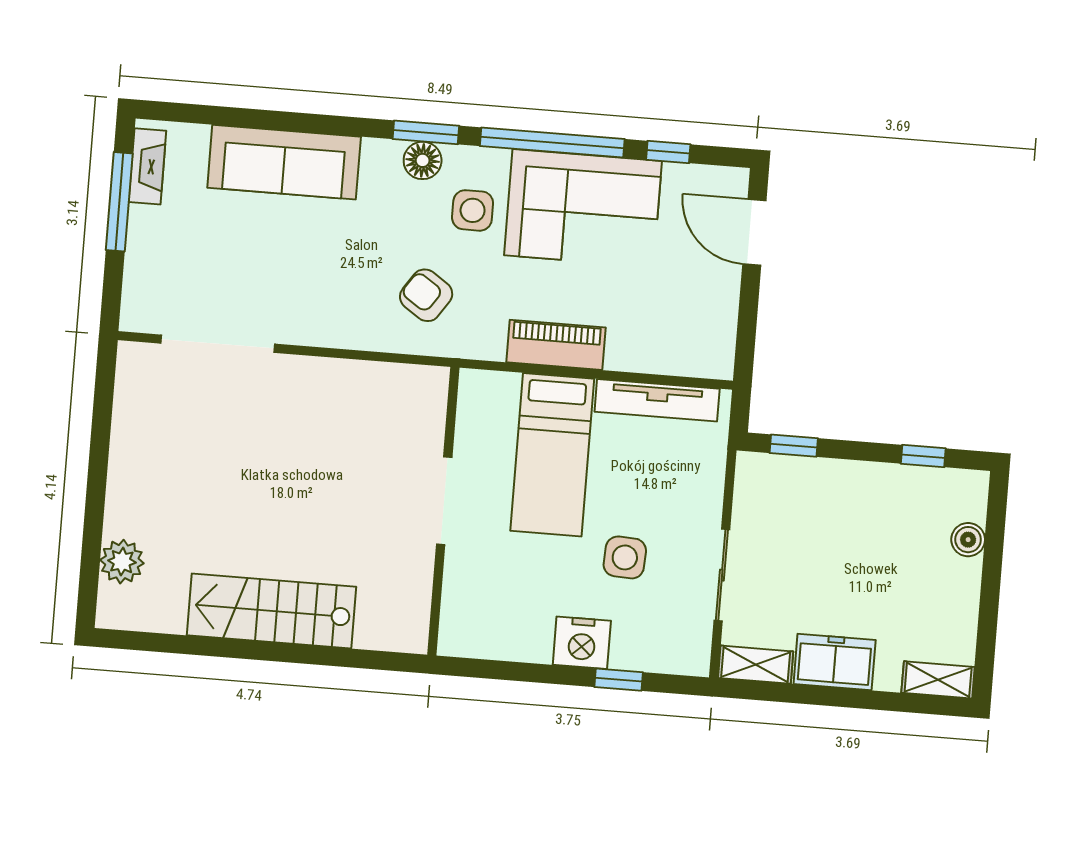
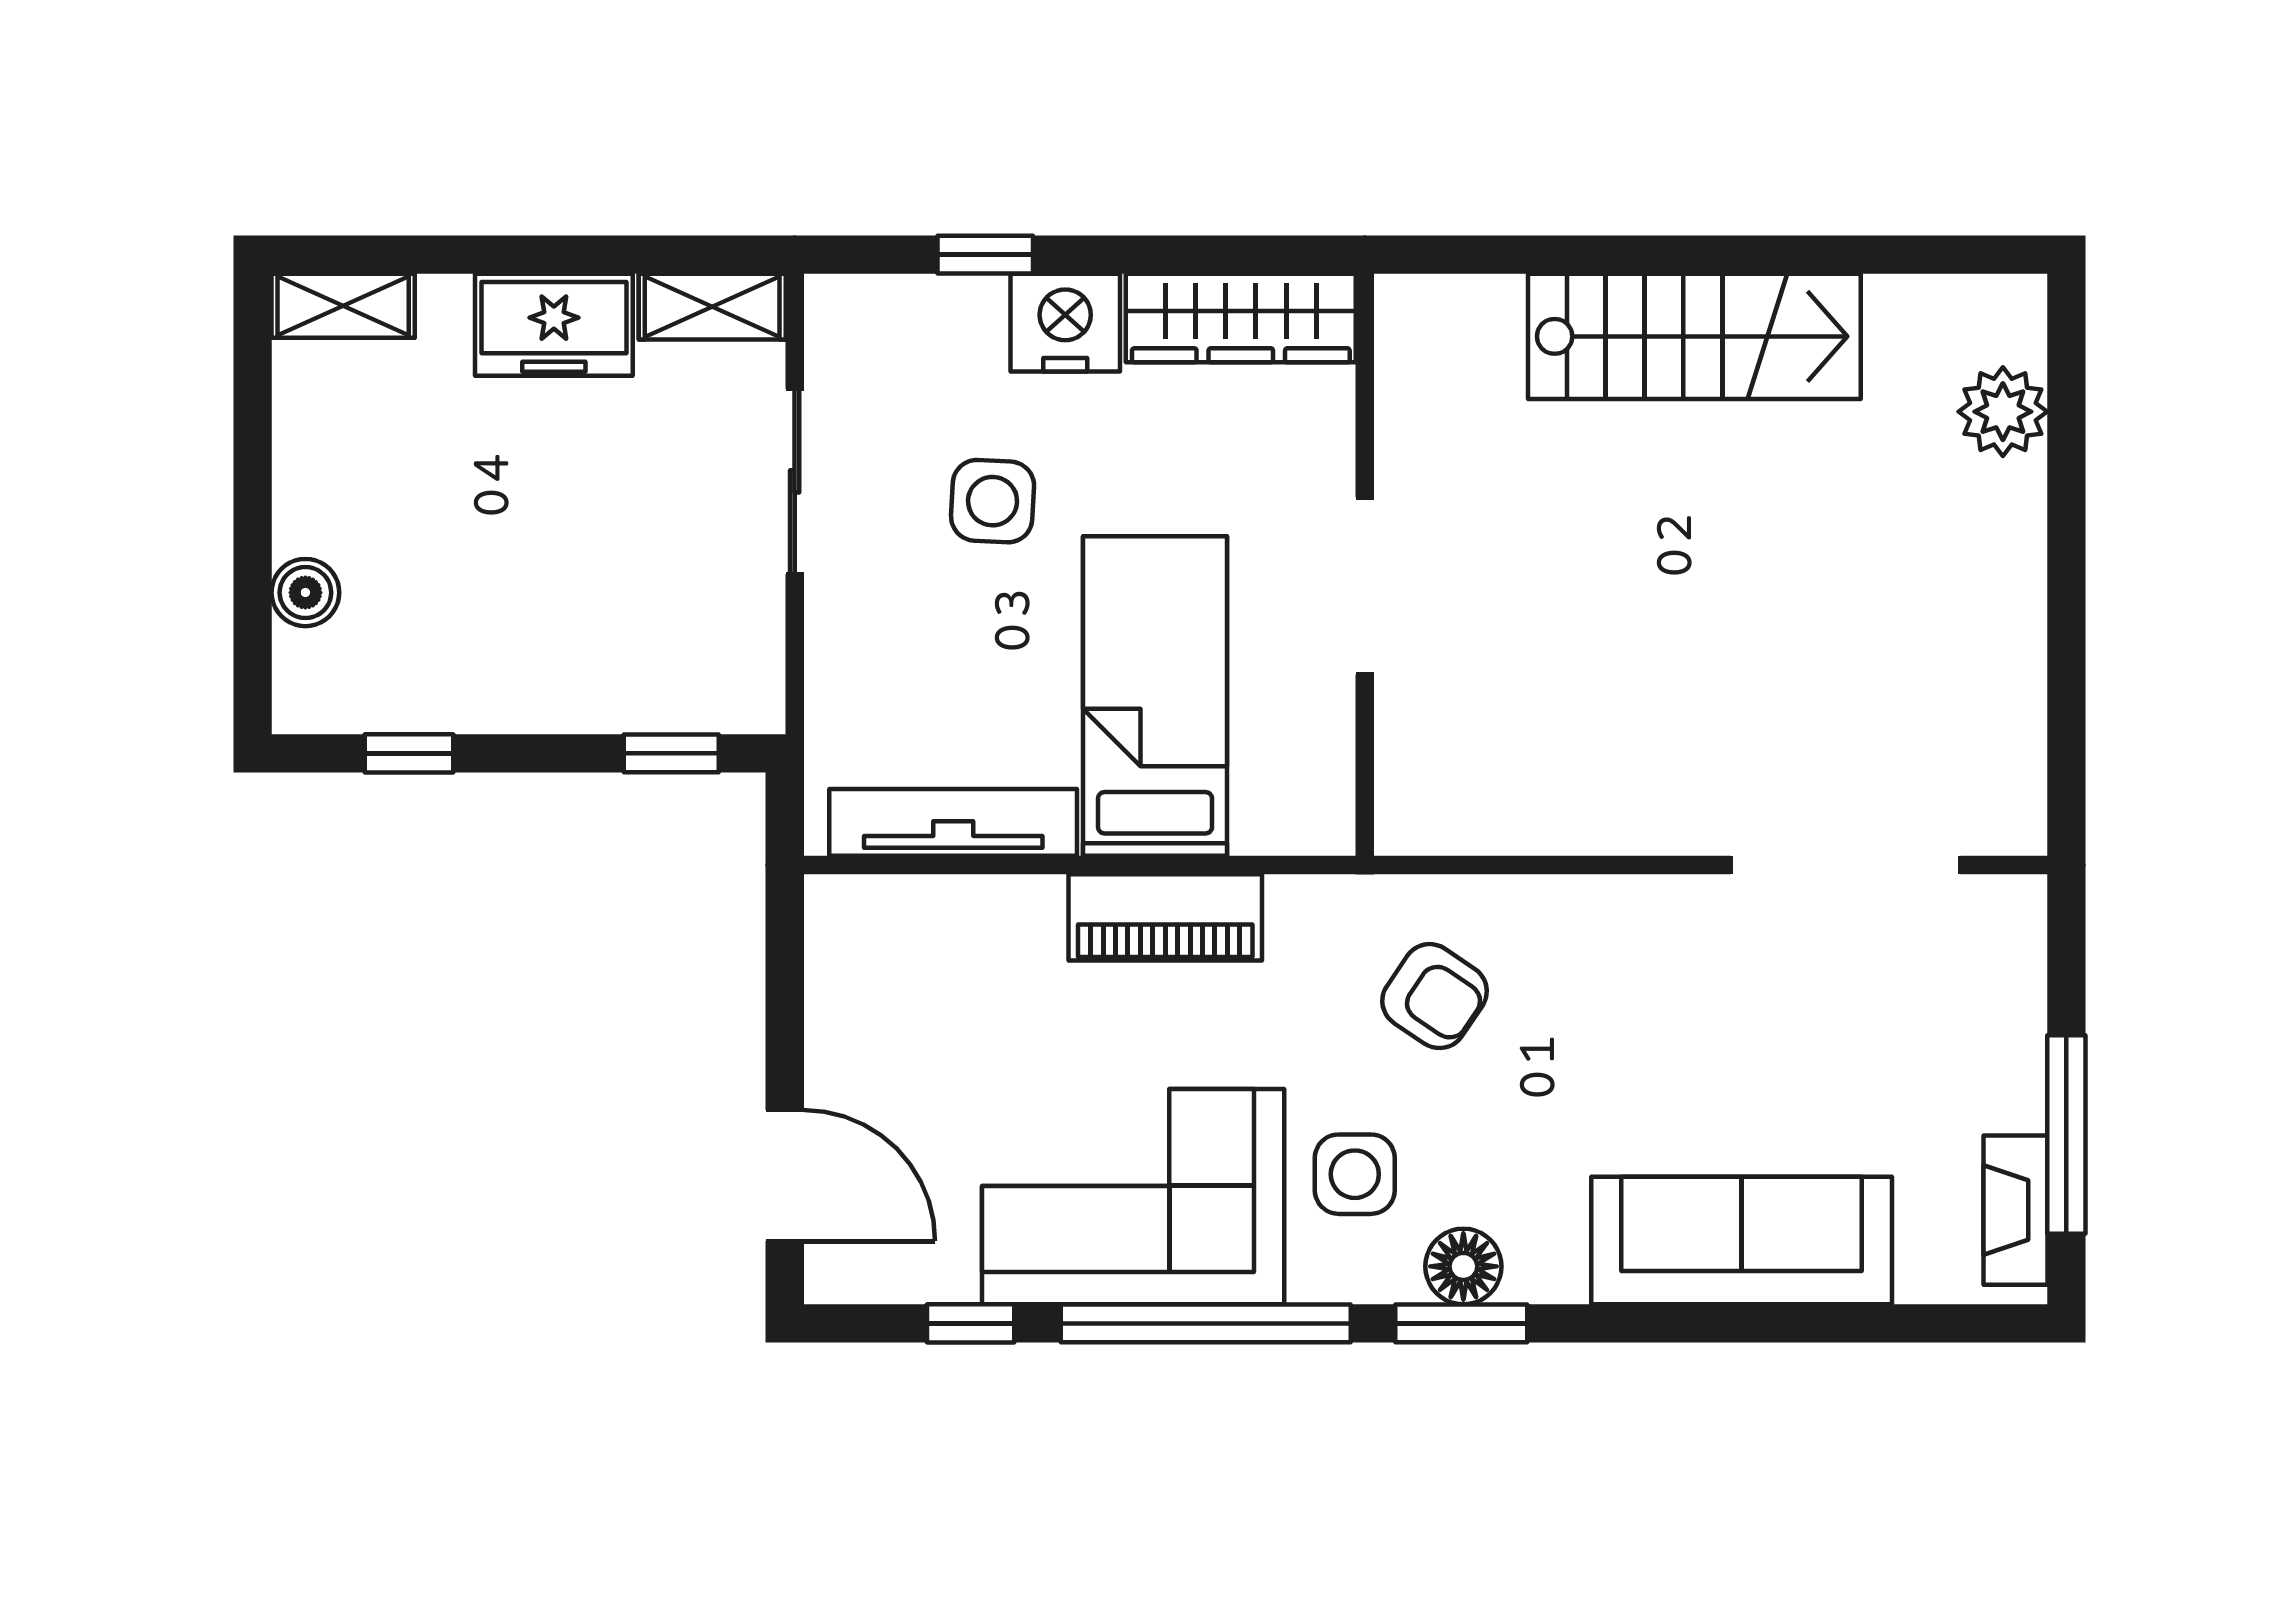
wardrobe: (495, 638) -> (1241, 318), added

